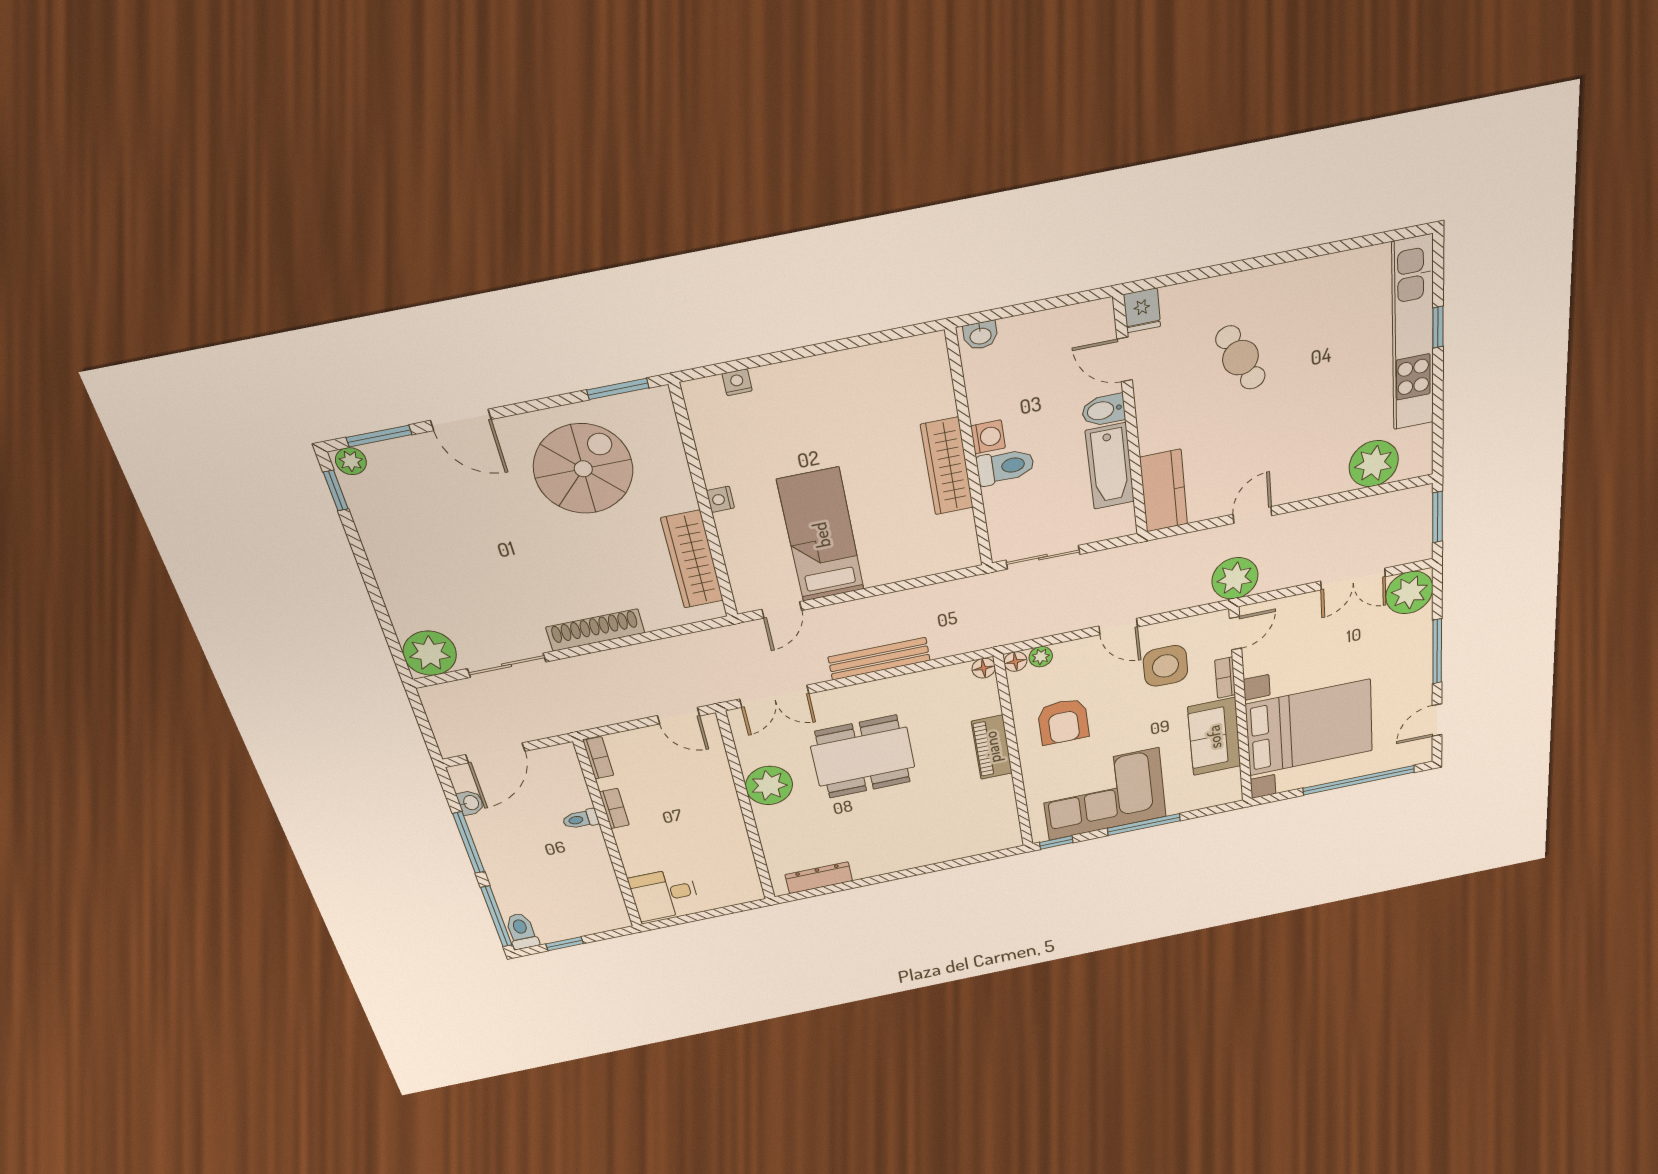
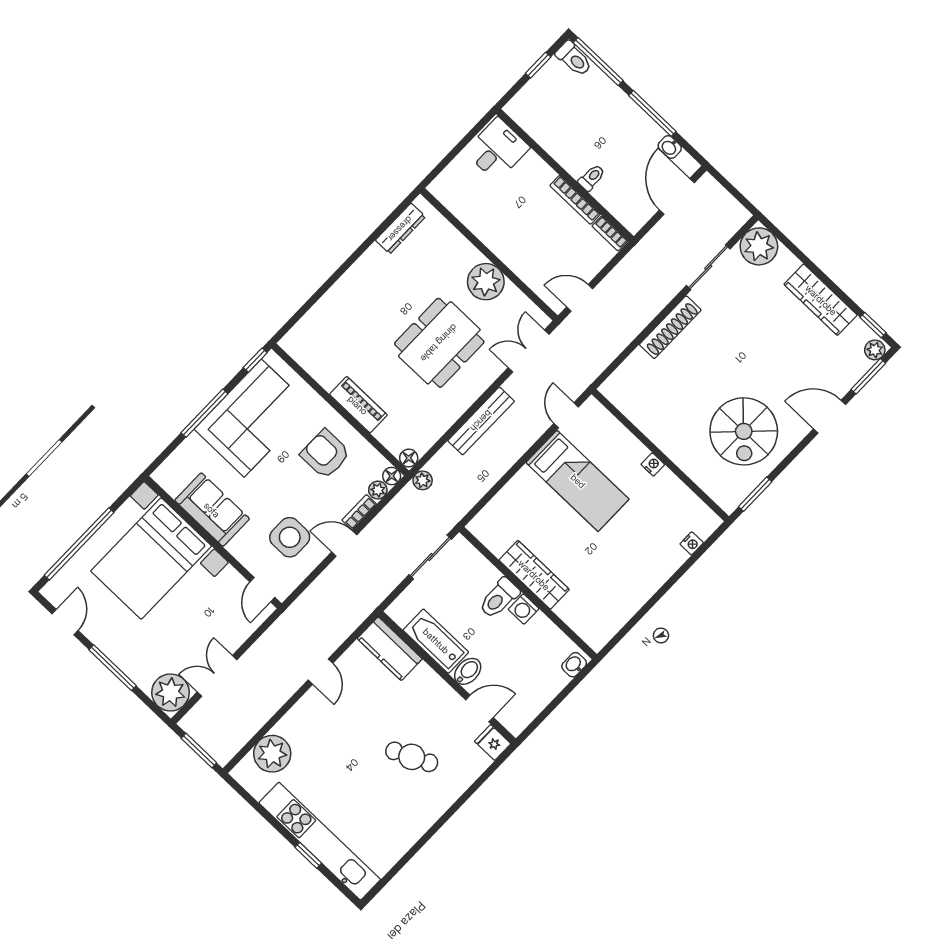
wardrobe: (692, 560) -> (821, 300), moved, turned 180
plant: (1235, 578) -> (423, 480), moved, width x0.53, depth x0.53
bookcase: (1225, 678) -> (359, 512), moved, turned -90
bookcase: (614, 809) -> (575, 200), width x1.56

